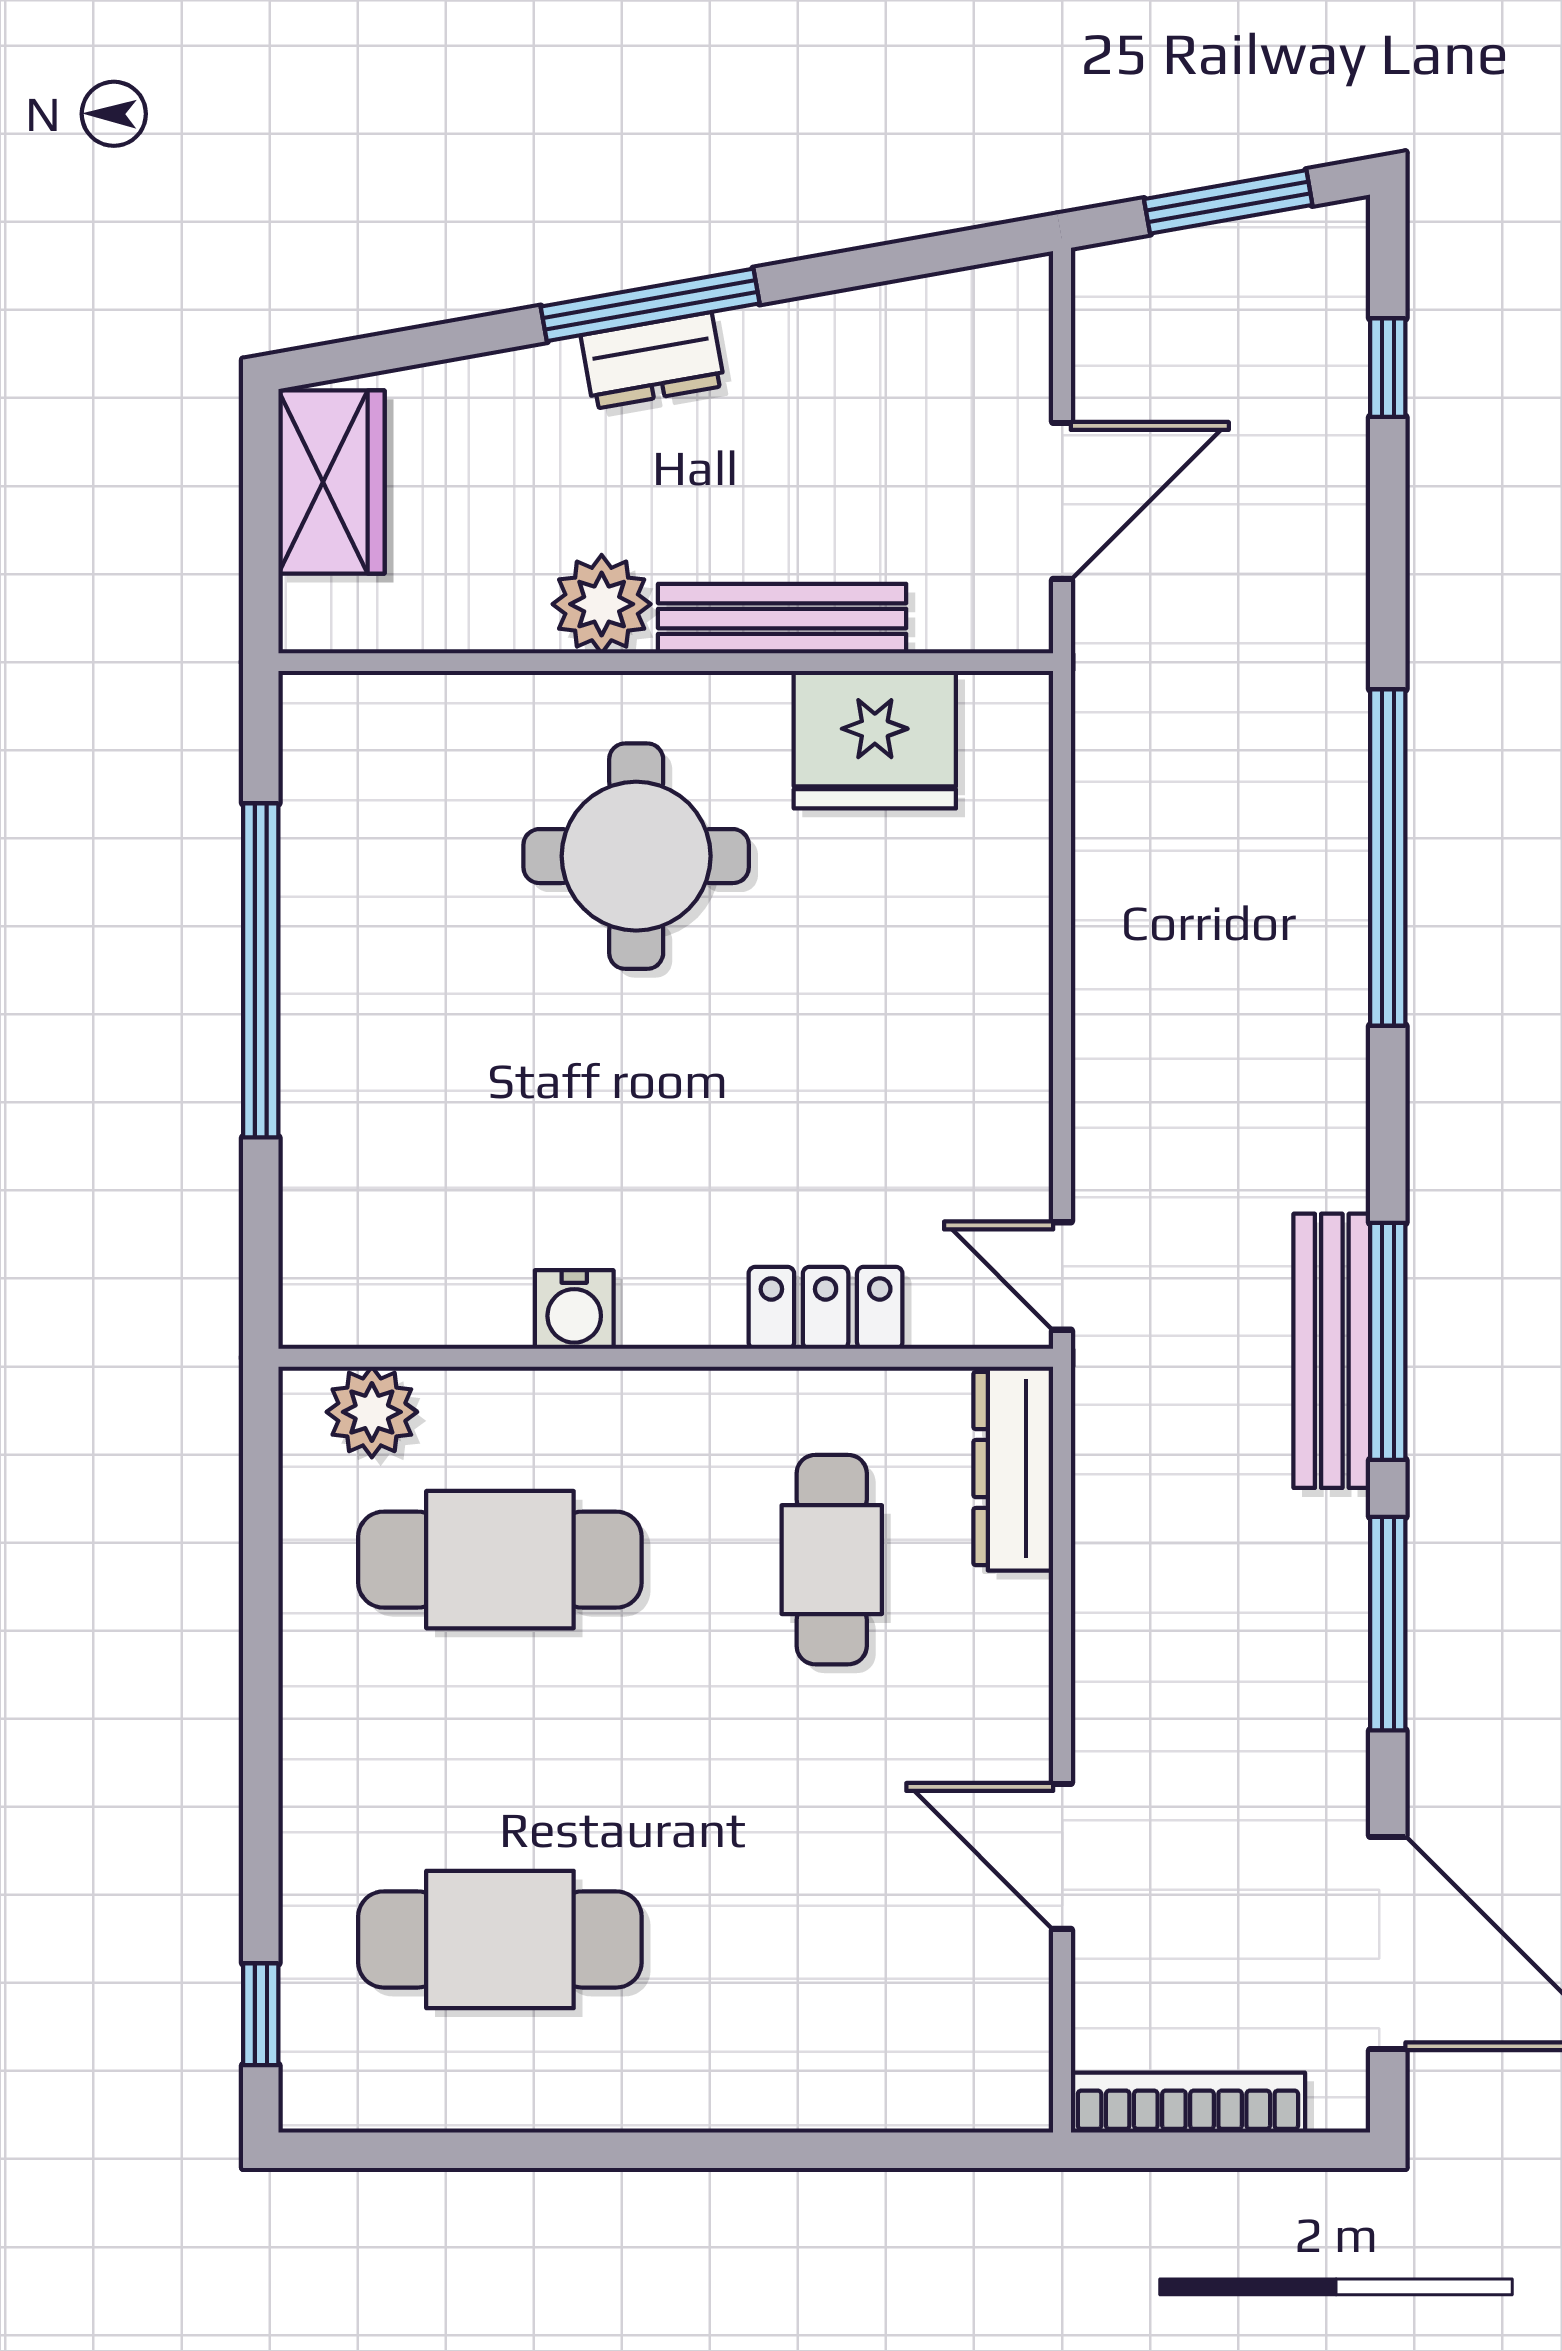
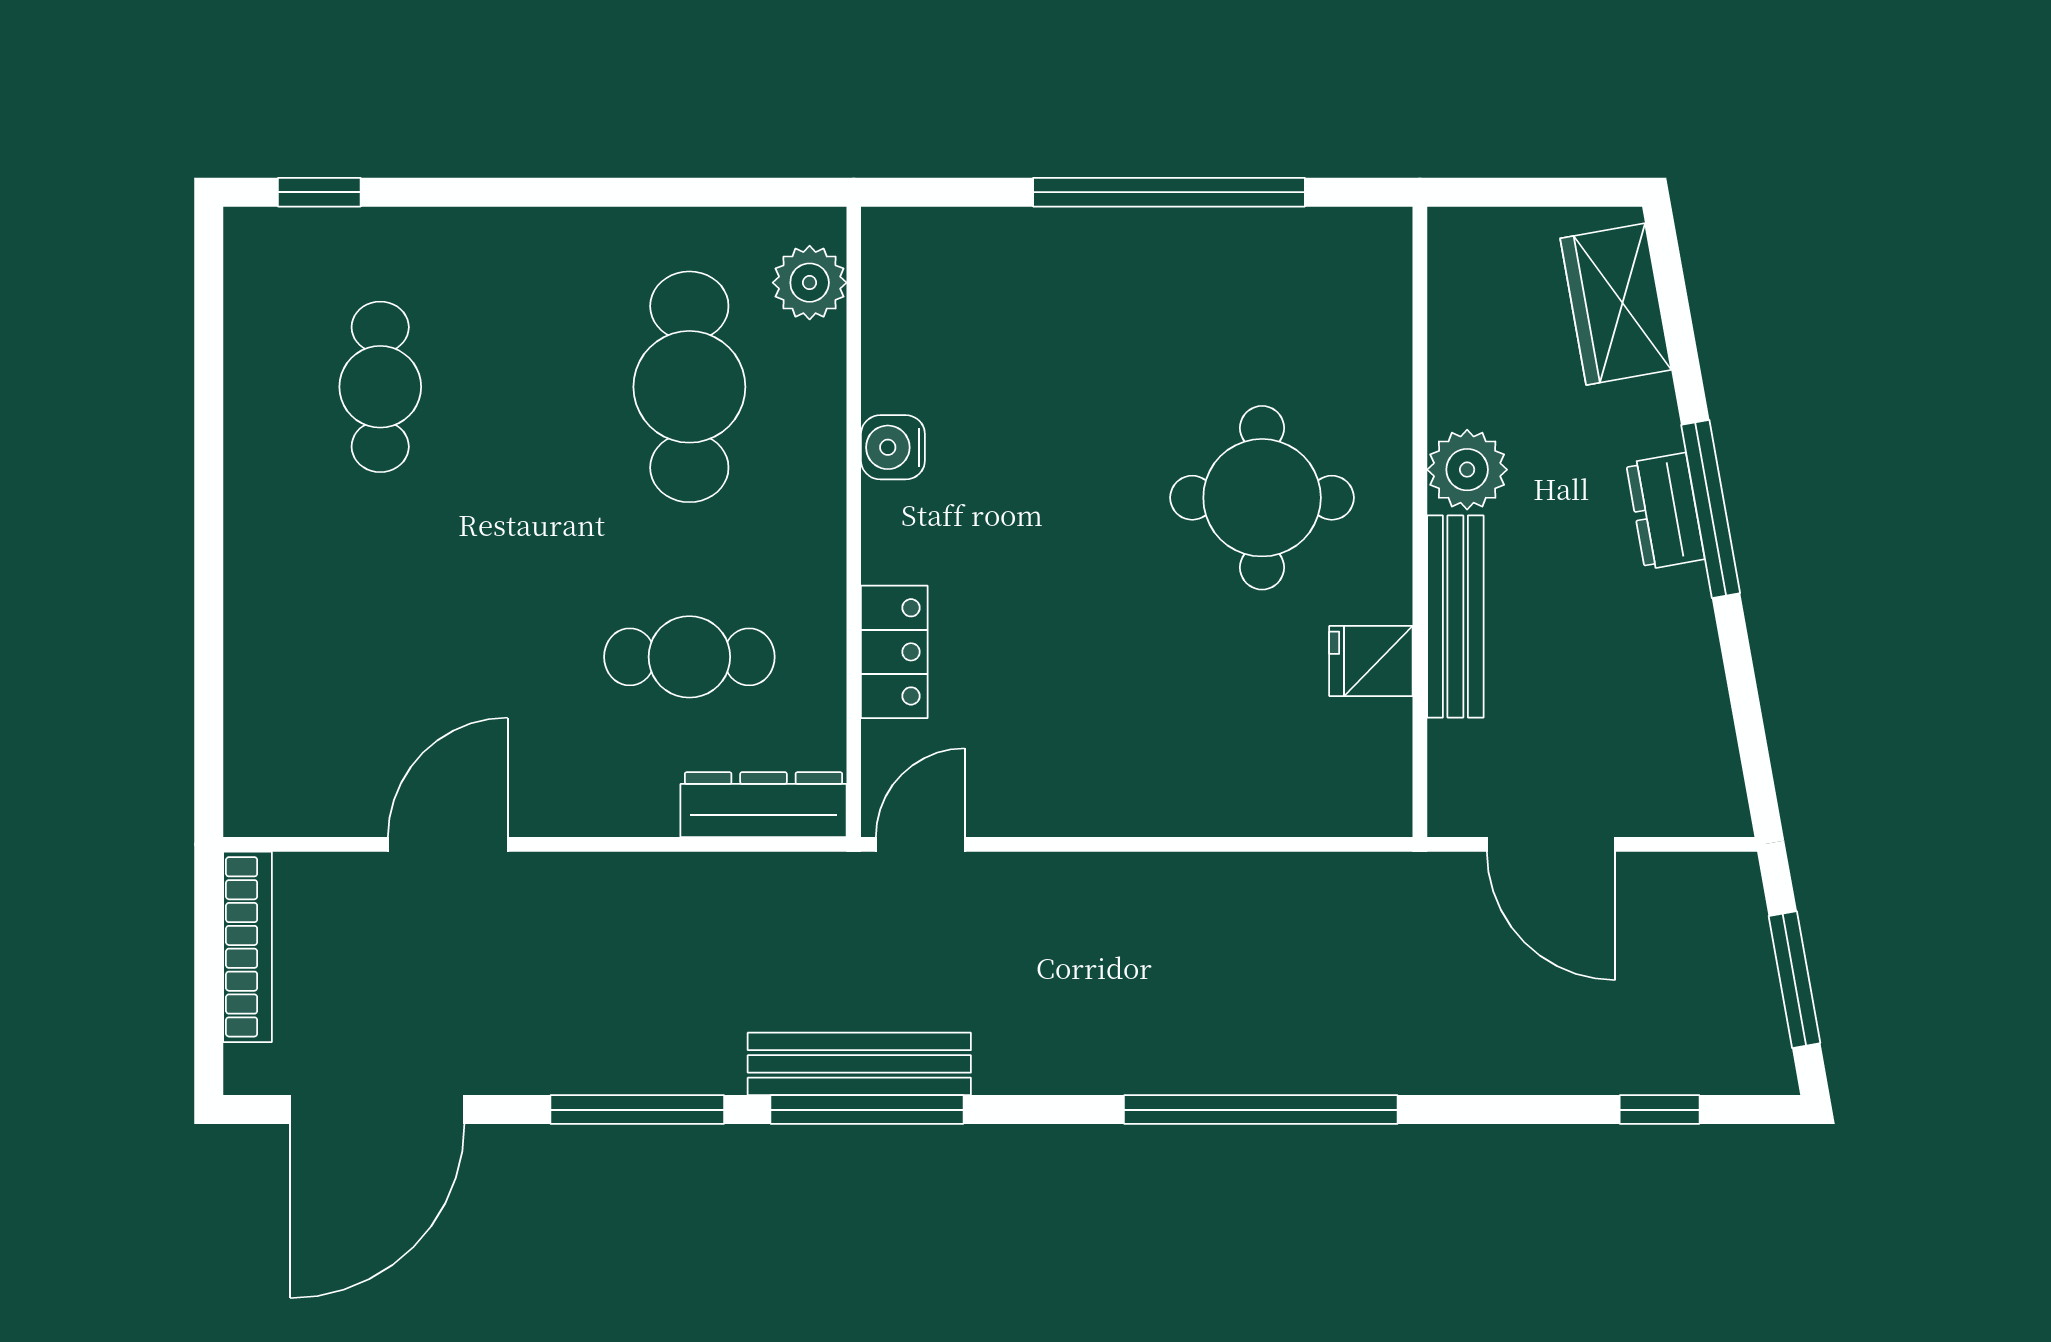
wardrobe: (332, 482) -> (1616, 304), moved, turned 80
fridge: (875, 740) -> (1371, 661), width x0.53, depth x0.75
cafe table: (500, 1939) -> (380, 387), width x0.73, depth x0.74

